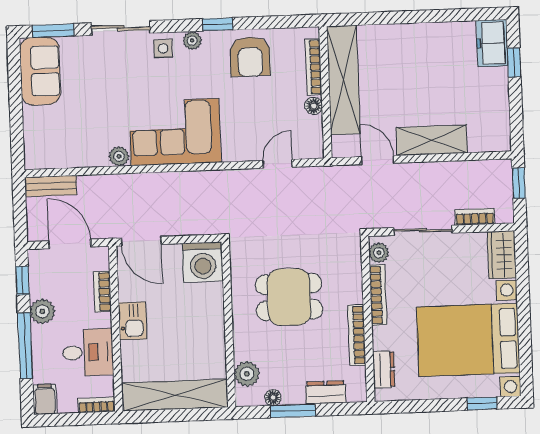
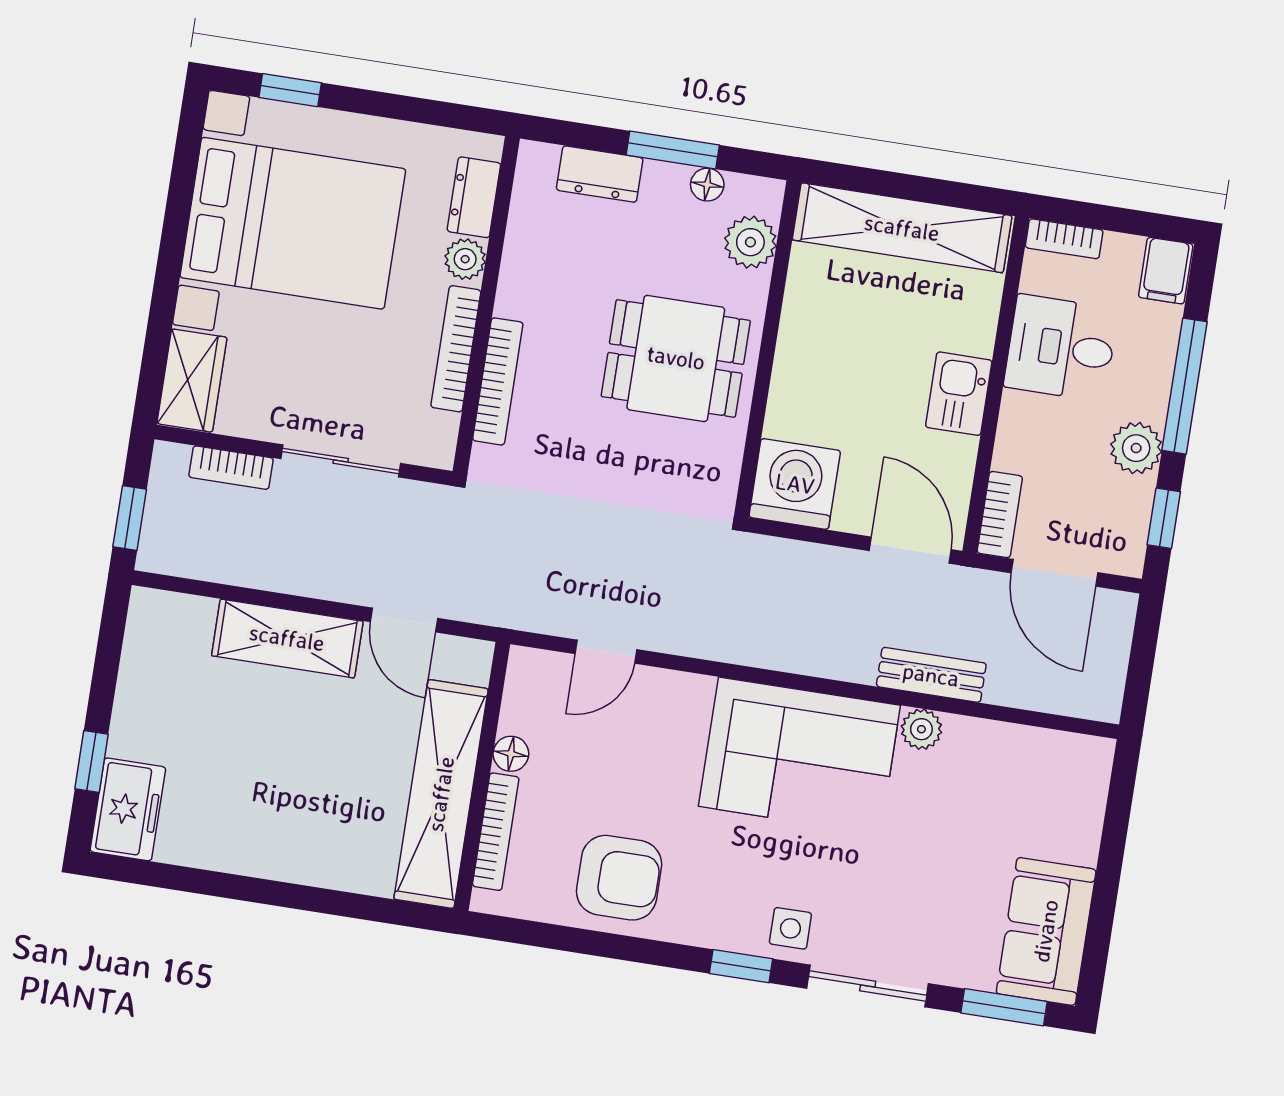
window: (218, 24) -> (741, 966), moved
plant: (192, 41) -> (729, 933), removed
armchair: (250, 57) -> (619, 878), turned 90
bench: (51, 186) -> (931, 675), moved
plant: (379, 253) -> (465, 259), moved
bookcase: (103, 292) -> (1000, 515), moved
dining table: (289, 297) -> (676, 358), moved
bookcase: (357, 335) -> (498, 381), moved

